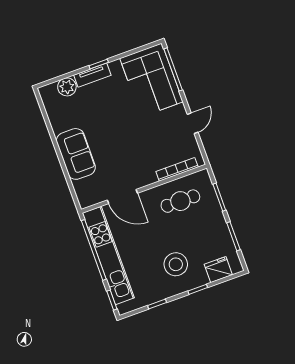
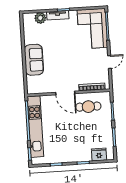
door: (122, 197) -> (65, 93), moved
stool: (176, 264) -> (74, 144), removed

